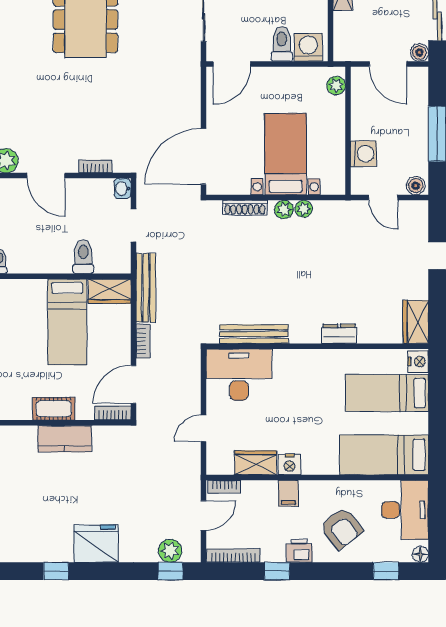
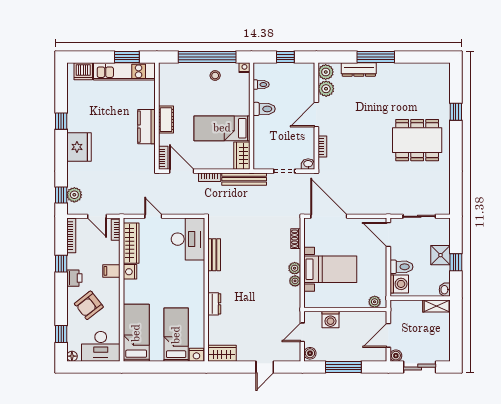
shoe rack: (245, 208) -> (296, 239), width x0.70
toilet: (83, 257) -> (264, 109), moved
bench: (254, 334) -> (214, 255), width x0.73
wardrobe: (256, 463) -> (131, 243), width x1.50

